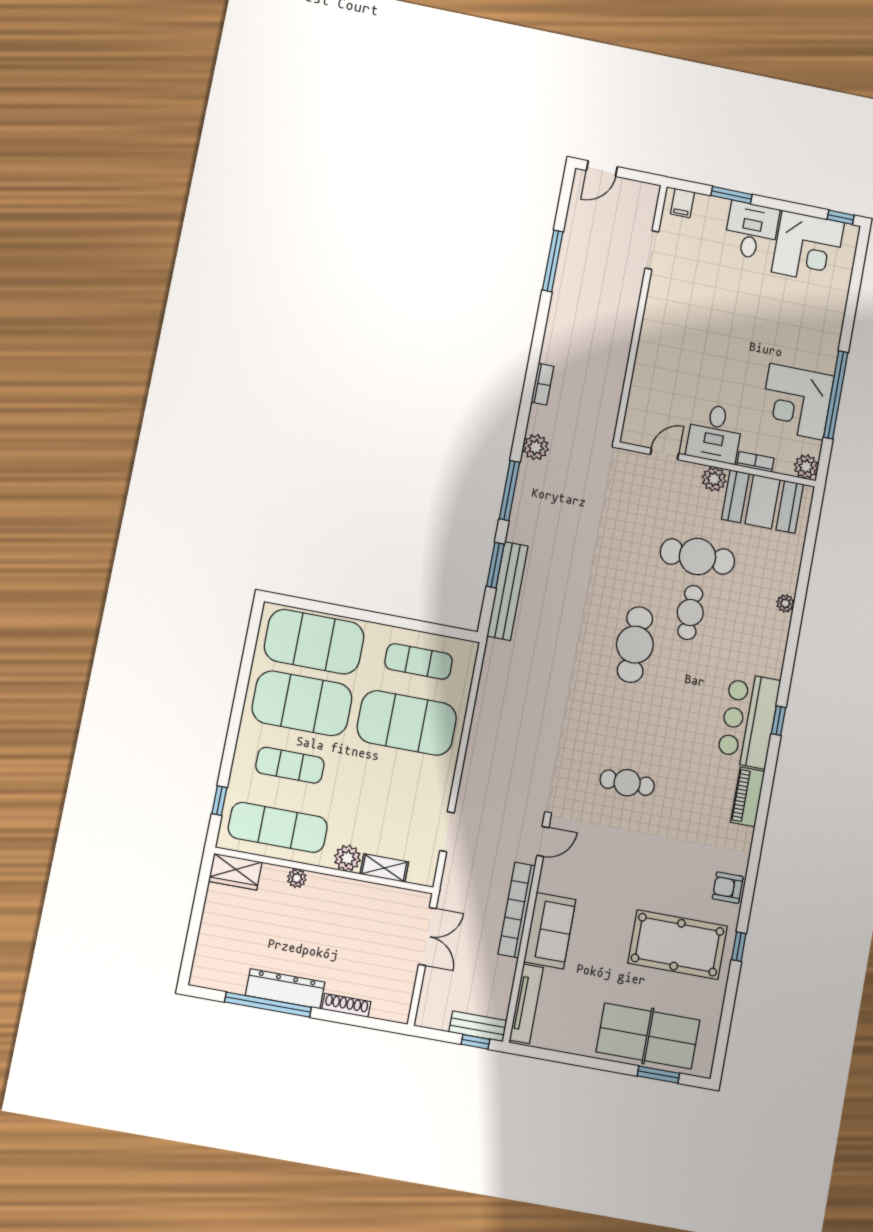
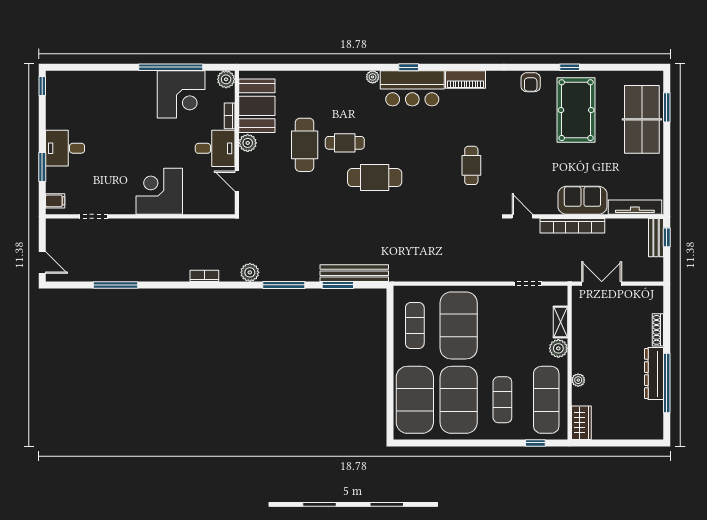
corner desk: (808, 247) -> (159, 191), moved, turned -90
plant: (785, 603) -> (373, 77), moved

